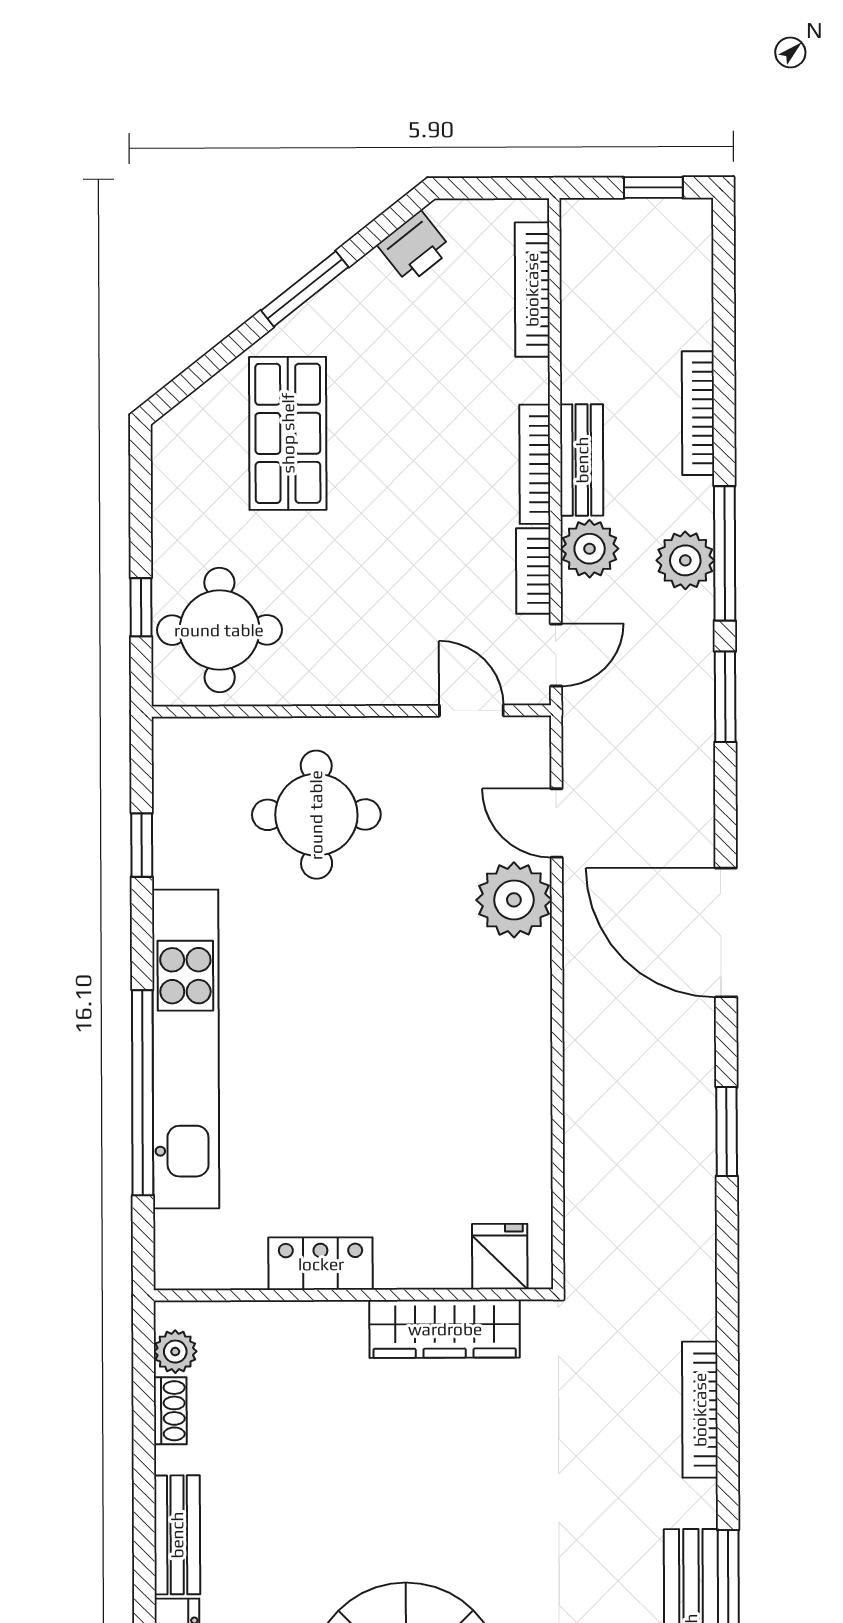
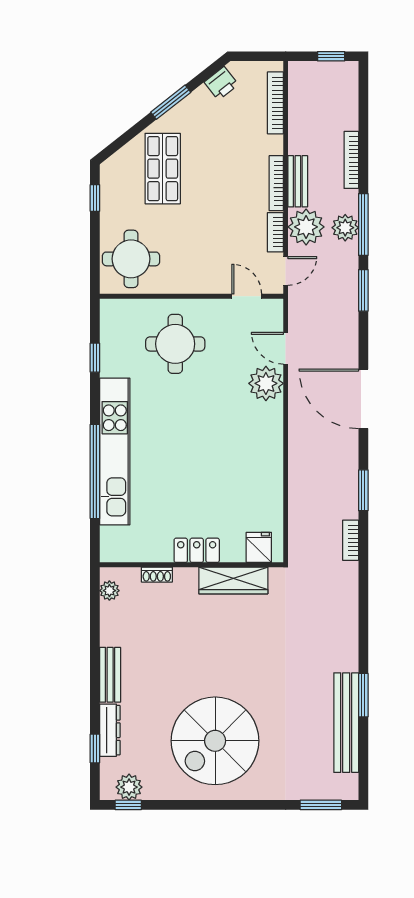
plant: (590, 549) -> (306, 227), width x1.36, depth x1.36
window: (141, 607) -> (95, 198), moved
locker: (321, 1264) -> (197, 550), moved
bookcase: (700, 1410) -> (351, 540), moved, width x0.64
shoe rack: (170, 1411) -> (157, 575), moved, turned 90

